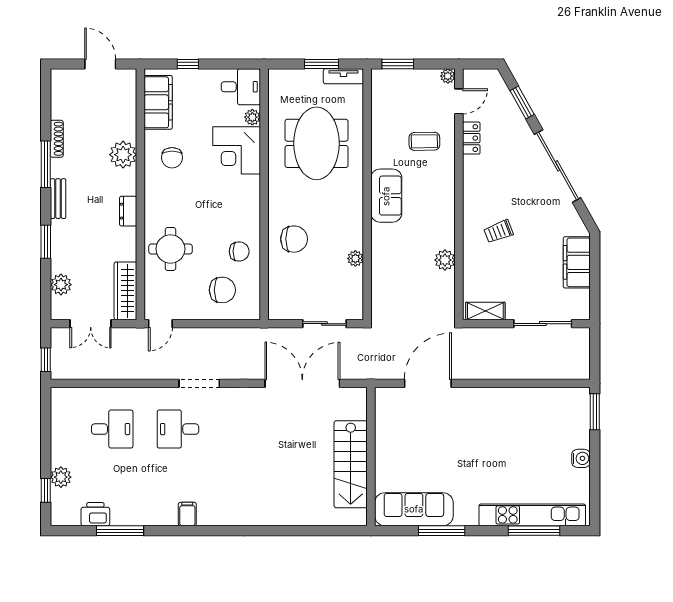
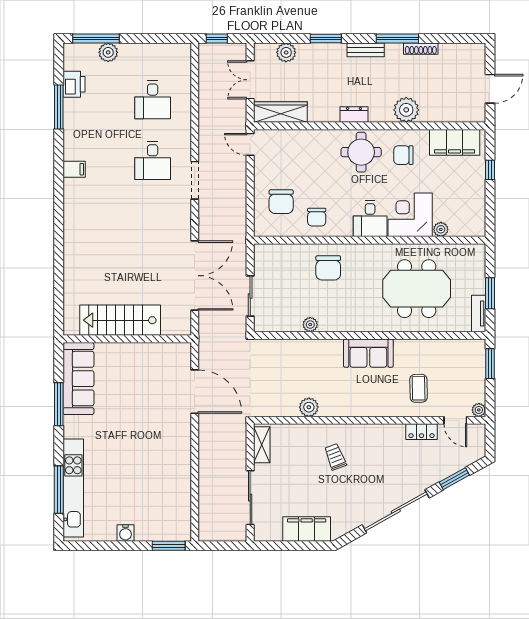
desk: (241, 87) -> (370, 219), moved
round table: (170, 249) -> (361, 152), moved
desk: (178, 429) -> (153, 161), turned 180
window: (46, 490) -> (96, 38), width x2.17

